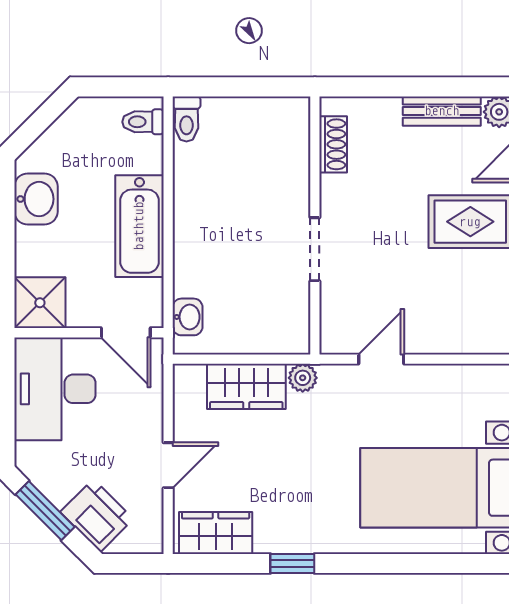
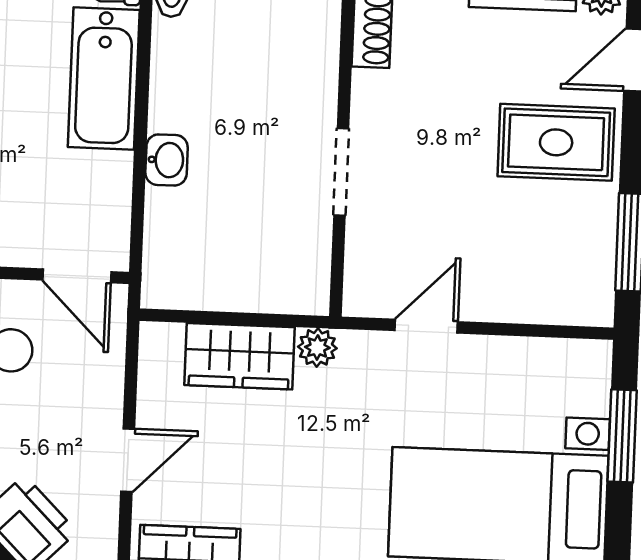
bathtub: (139, 226) -> (104, 78), moved
washbasin: (188, 317) -> (167, 160), moved

